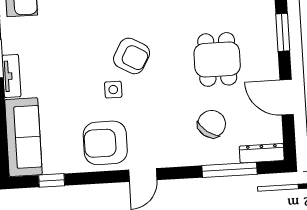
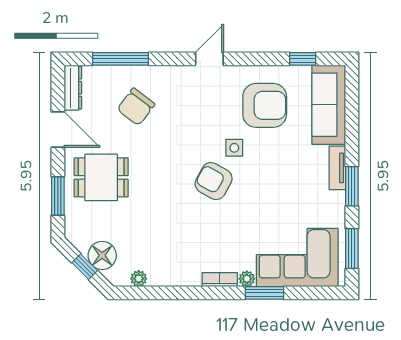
dining table: (217, 59) -> (101, 177), moved, turned 90
armchair: (105, 143) -> (265, 105), moved
dresser: (262, 153) -> (73, 88), moved, turned -90

